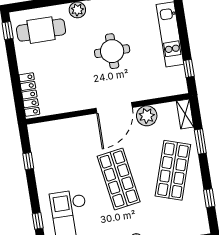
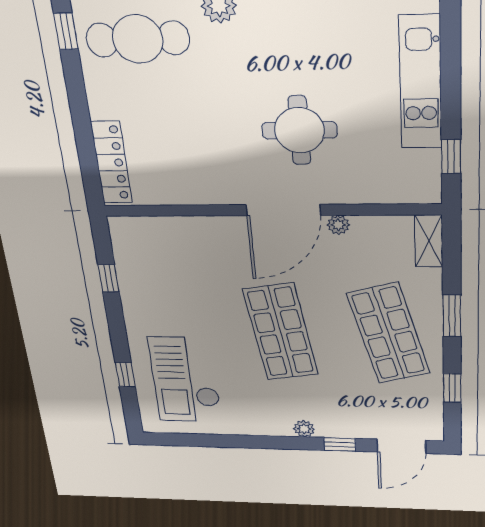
round table: (112, 51) -> (299, 130), moved
plant: (147, 116) -> (338, 225), width x0.53, depth x0.53
window: (200, 141) -> (452, 316), moved
shop shelf: (173, 170) -> (389, 334), turned -33

